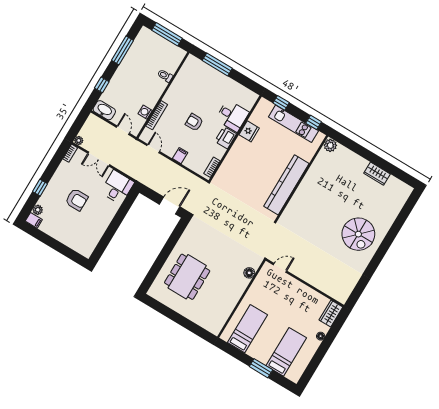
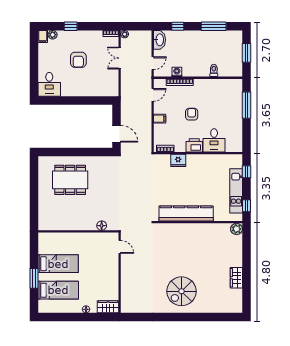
window: (167, 34) -> (246, 53), width x0.69
fridge: (249, 131) -> (178, 160), moved
desk: (117, 187) -> (49, 84), moved, turned 90
bed: (247, 329) -> (58, 264), moved

